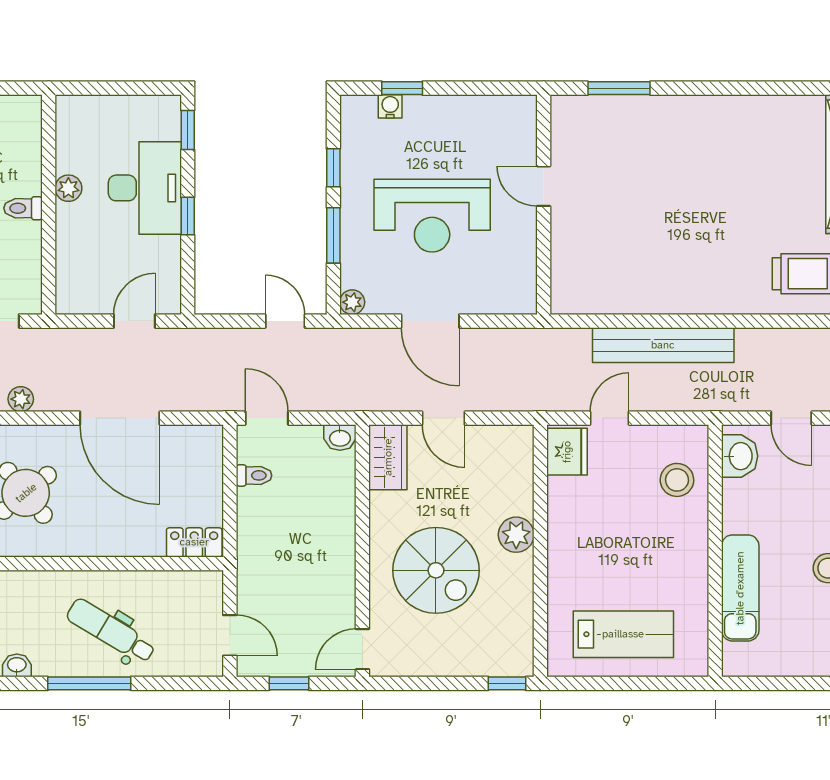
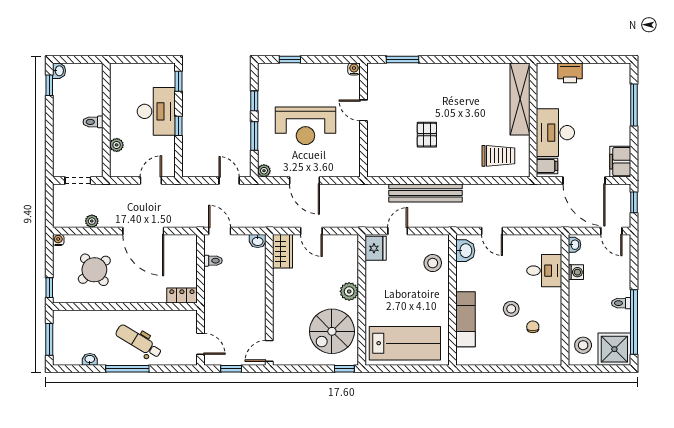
water cooler: (390, 106) -> (354, 69), moved
plant: (68, 188) -> (117, 145), moved
pallet: (666, 233) -> (427, 135), added
spiral stairs: (436, 570) -> (332, 331), moved, turned 90
lab bench: (623, 634) -> (405, 343), width x1.36, depth x1.39

